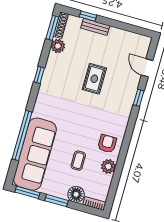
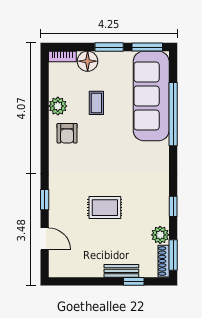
window: (39, 75) -> (173, 206), moved
rug: (94, 79) -> (105, 208), turned 90

